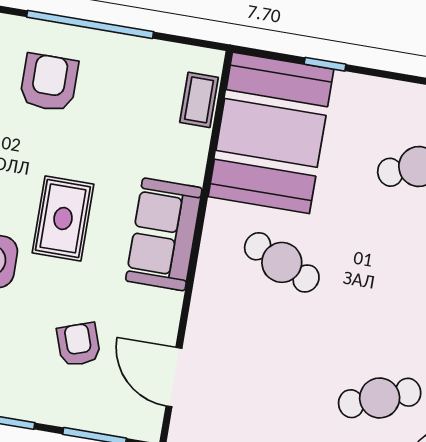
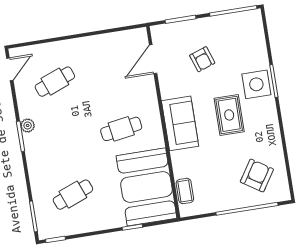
armchair: (49, 83) -> (257, 176), turned -147
cafe table: (282, 262) -> (121, 129), turned -33
door: (174, 377) -> (153, 59), swing flipped

